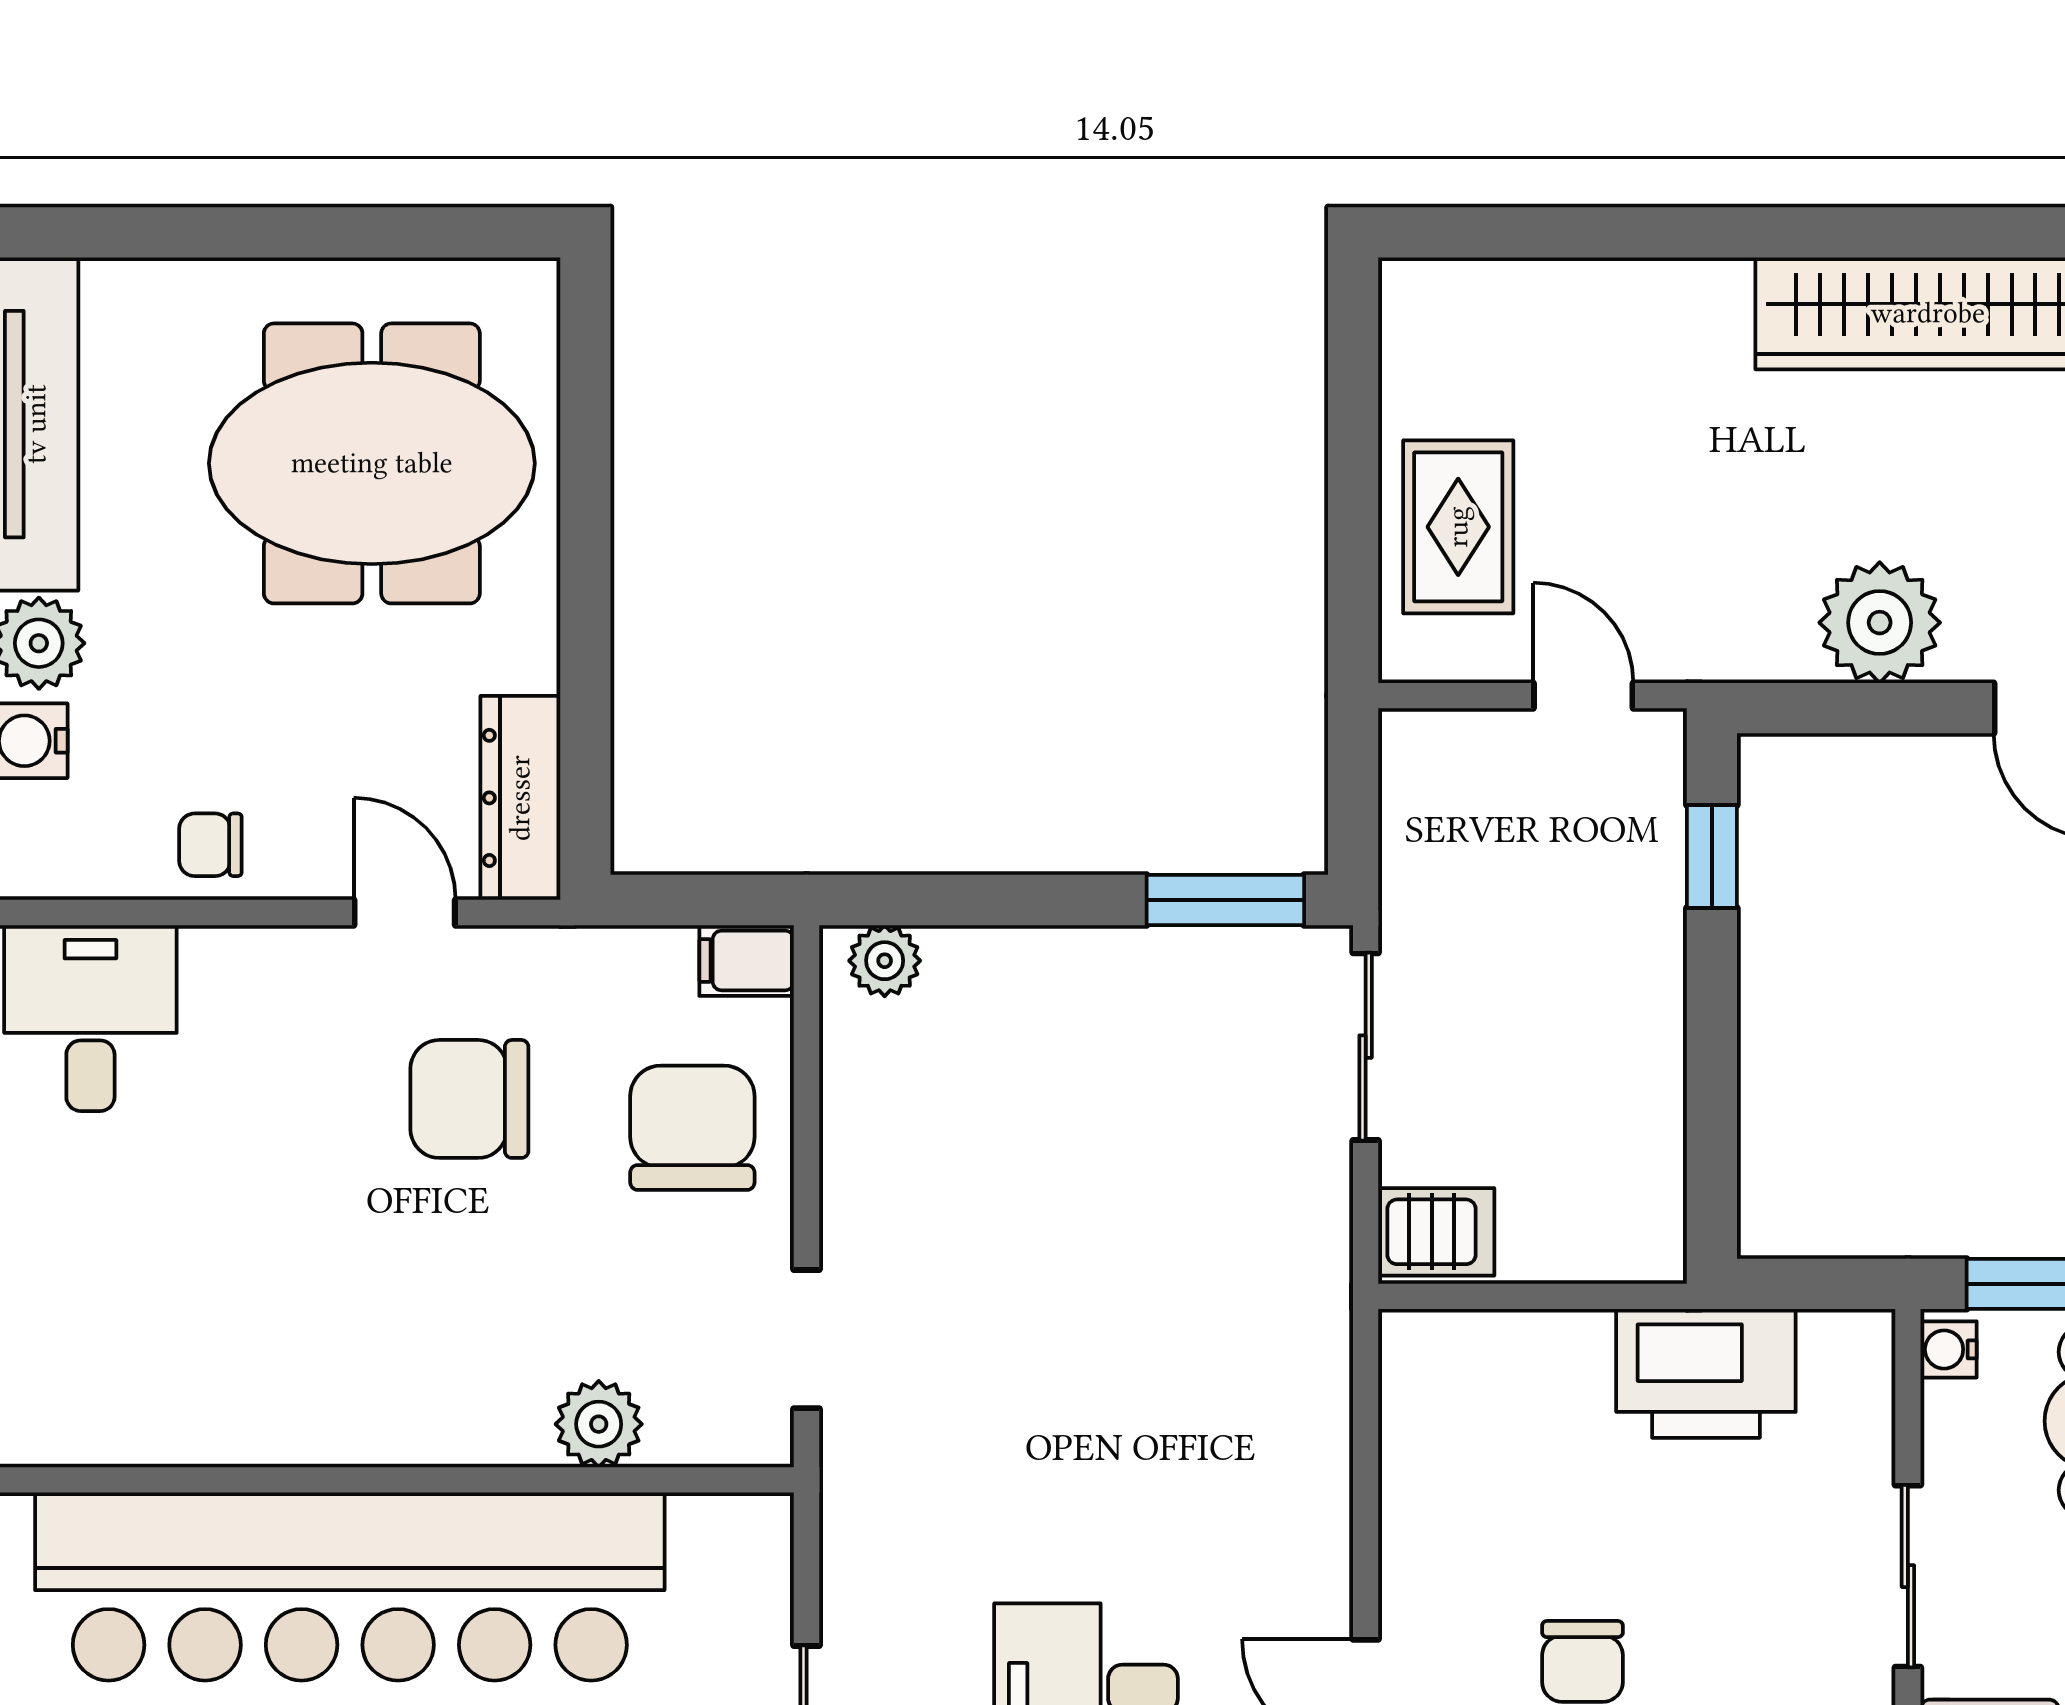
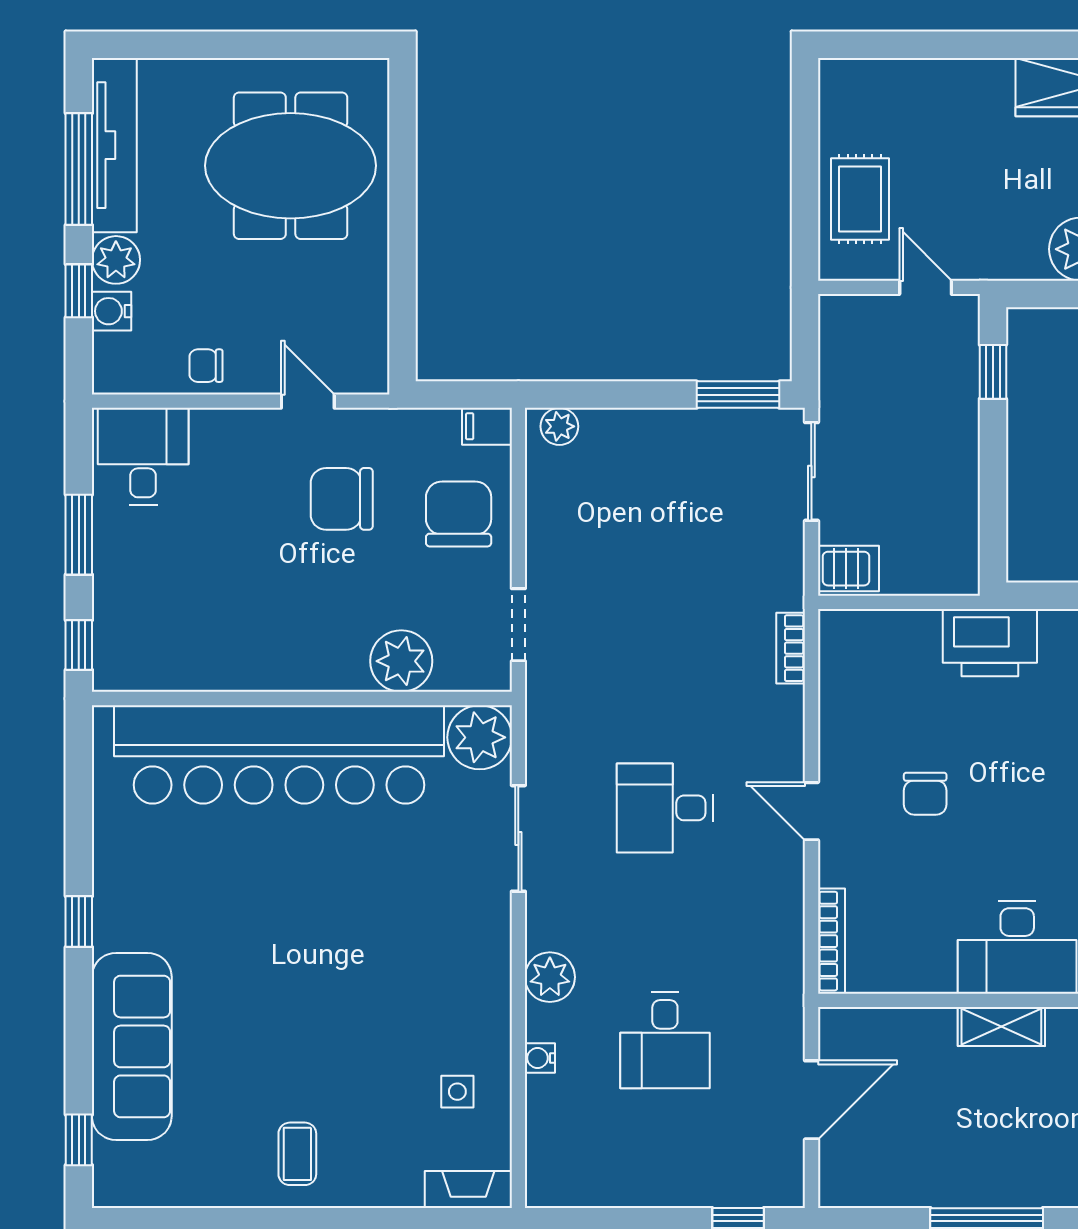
dresser: (520, 798) -> (368, 341), removed
bookcase: (1326, 1384) -> (791, 648), added
plant: (599, 1424) -> (401, 661), width x1.36, depth x1.36
plant: (733, 1554) -> (480, 737), added

